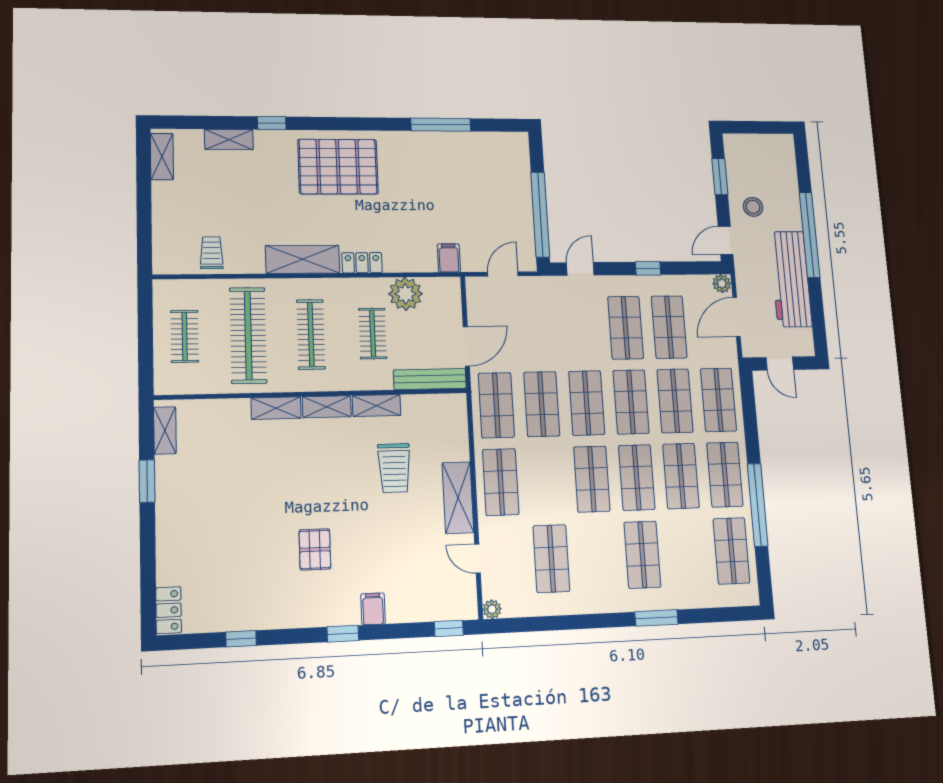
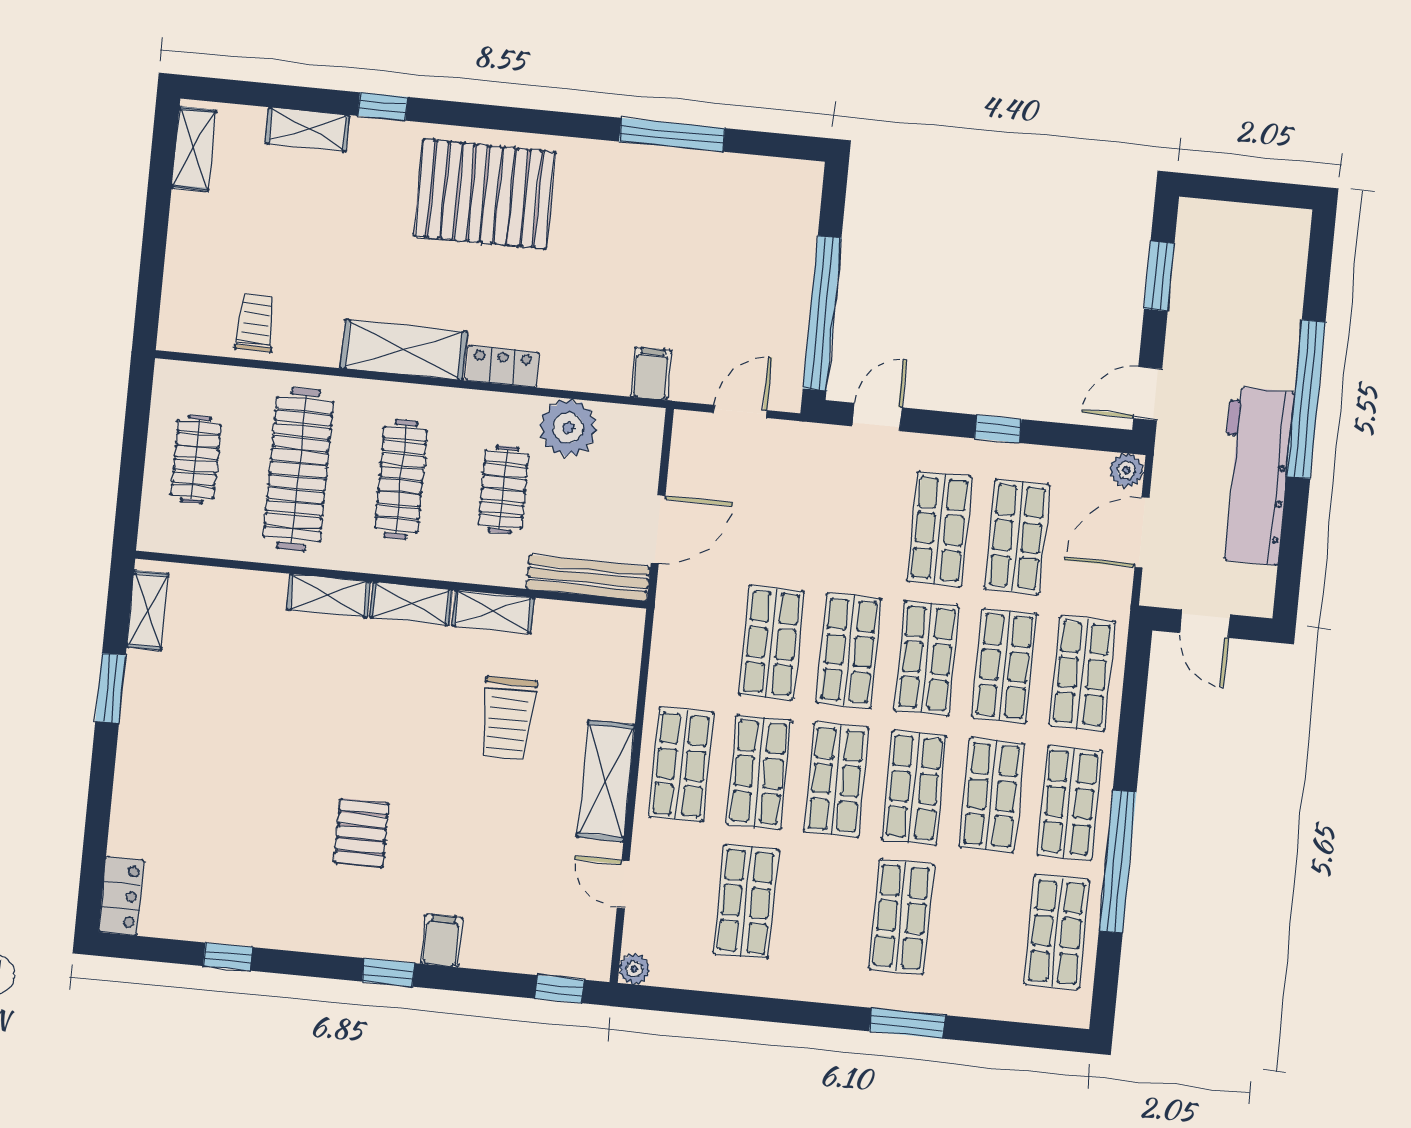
stool: (753, 207) -> (1210, 338), removed
shop shelf: (496, 405) -> (759, 772), moved

